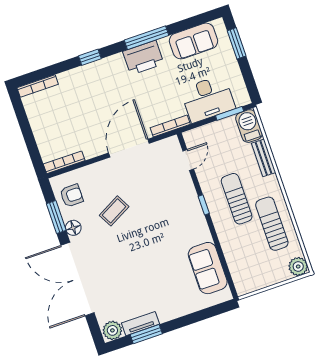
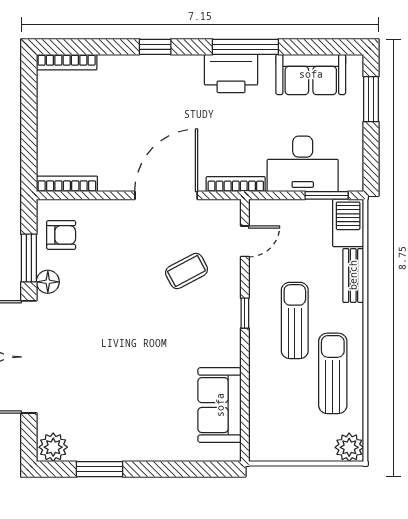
coffee table: (114, 211) -> (187, 271), moved
tv unit: (140, 324) -> (96, 451), removed

